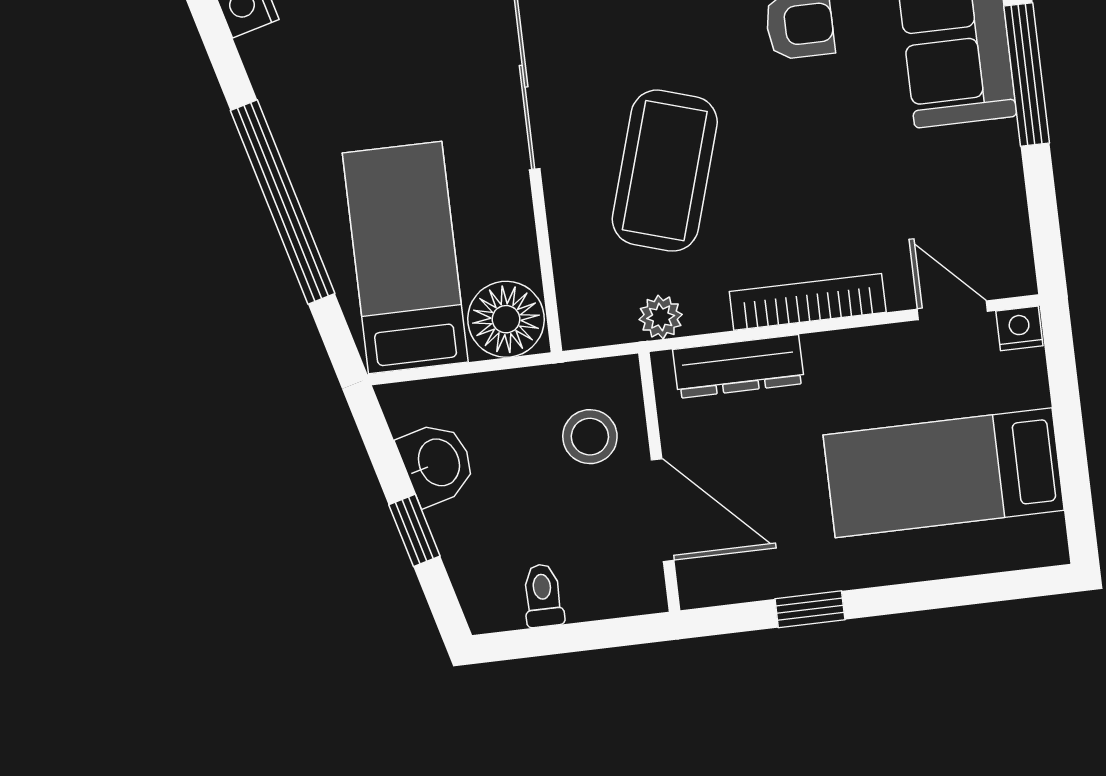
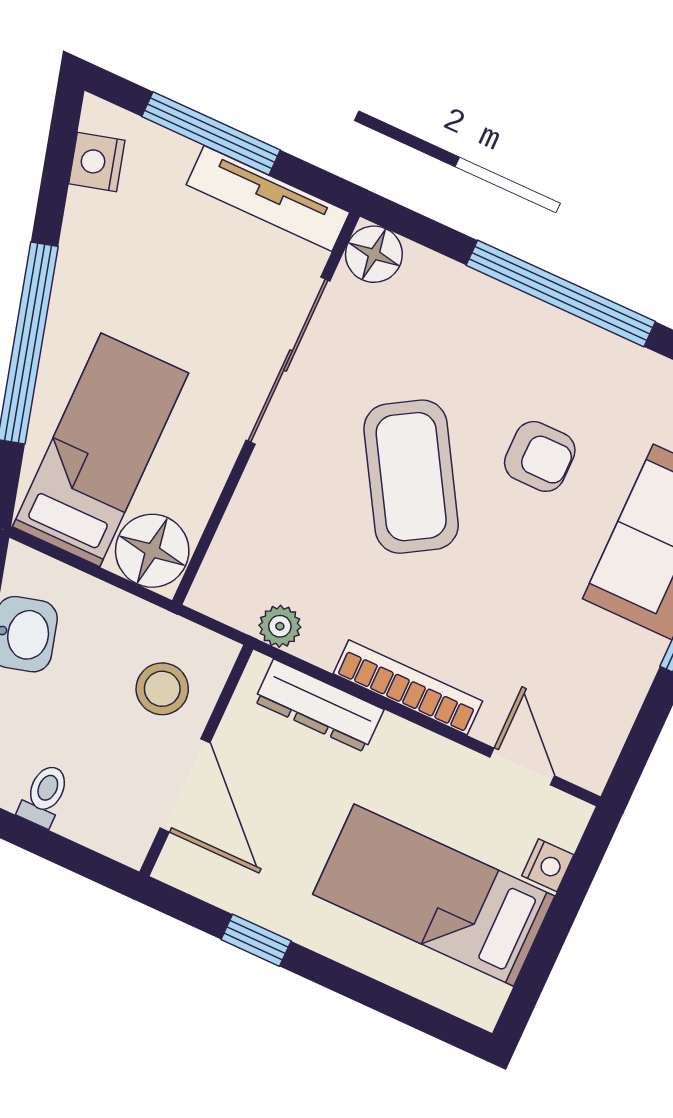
coffee table: (665, 171) -> (411, 477), moved, turned -48
nightstand: (1019, 328) -> (548, 865), moved, turned 90

